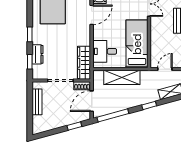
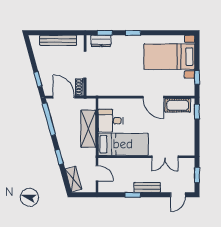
desk: (105, 51) -> (111, 121), moved, turned -90
dresser: (38, 54) -> (101, 41), moved
wardrobe: (84, 63) -> (104, 89), removed
bench: (37, 102) -> (58, 40), width x1.36

